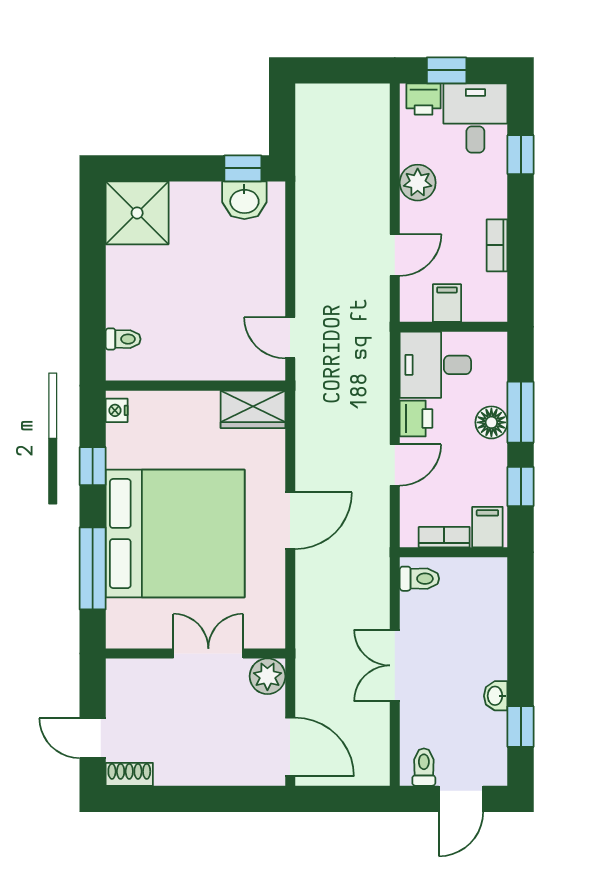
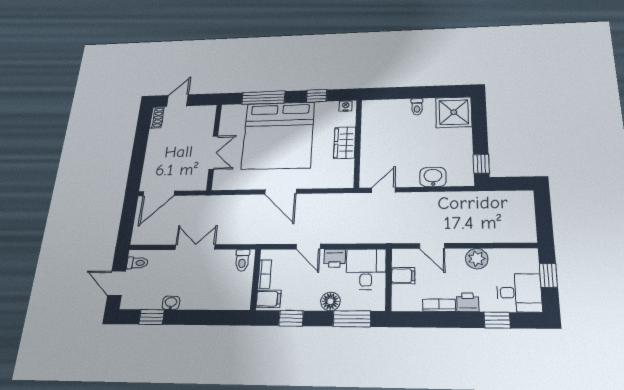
printer: (424, 99) -> (468, 302), moved, turned 90
washbasin: (244, 200) -> (433, 177), moved, turned 90
toilet: (123, 339) -> (417, 107), moved
wardrobe: (253, 409) -> (345, 143), moved
window: (521, 412) -> (352, 319), moved
plant: (267, 676) -> (198, 182), removed

